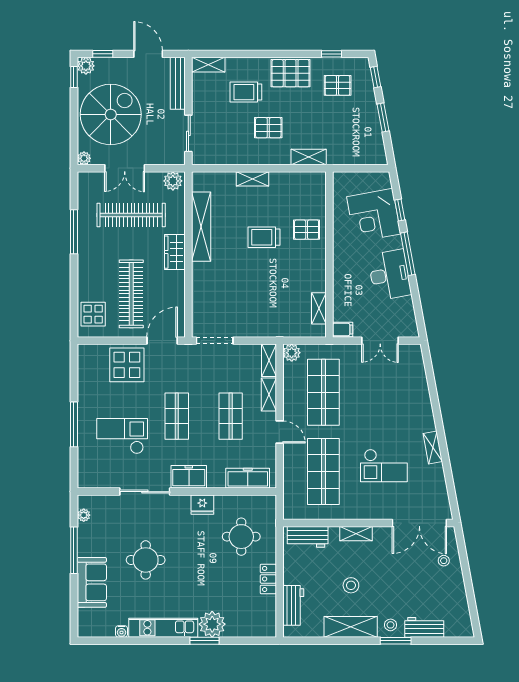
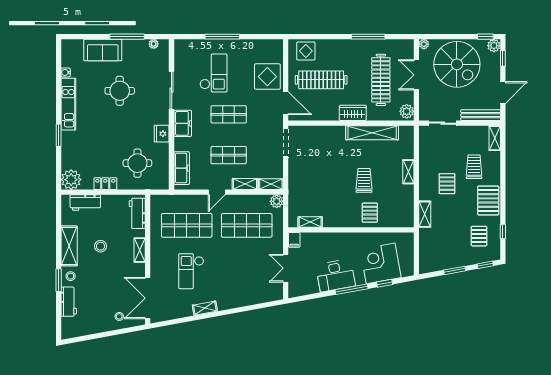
plant: (212, 624) -> (71, 180), moved

